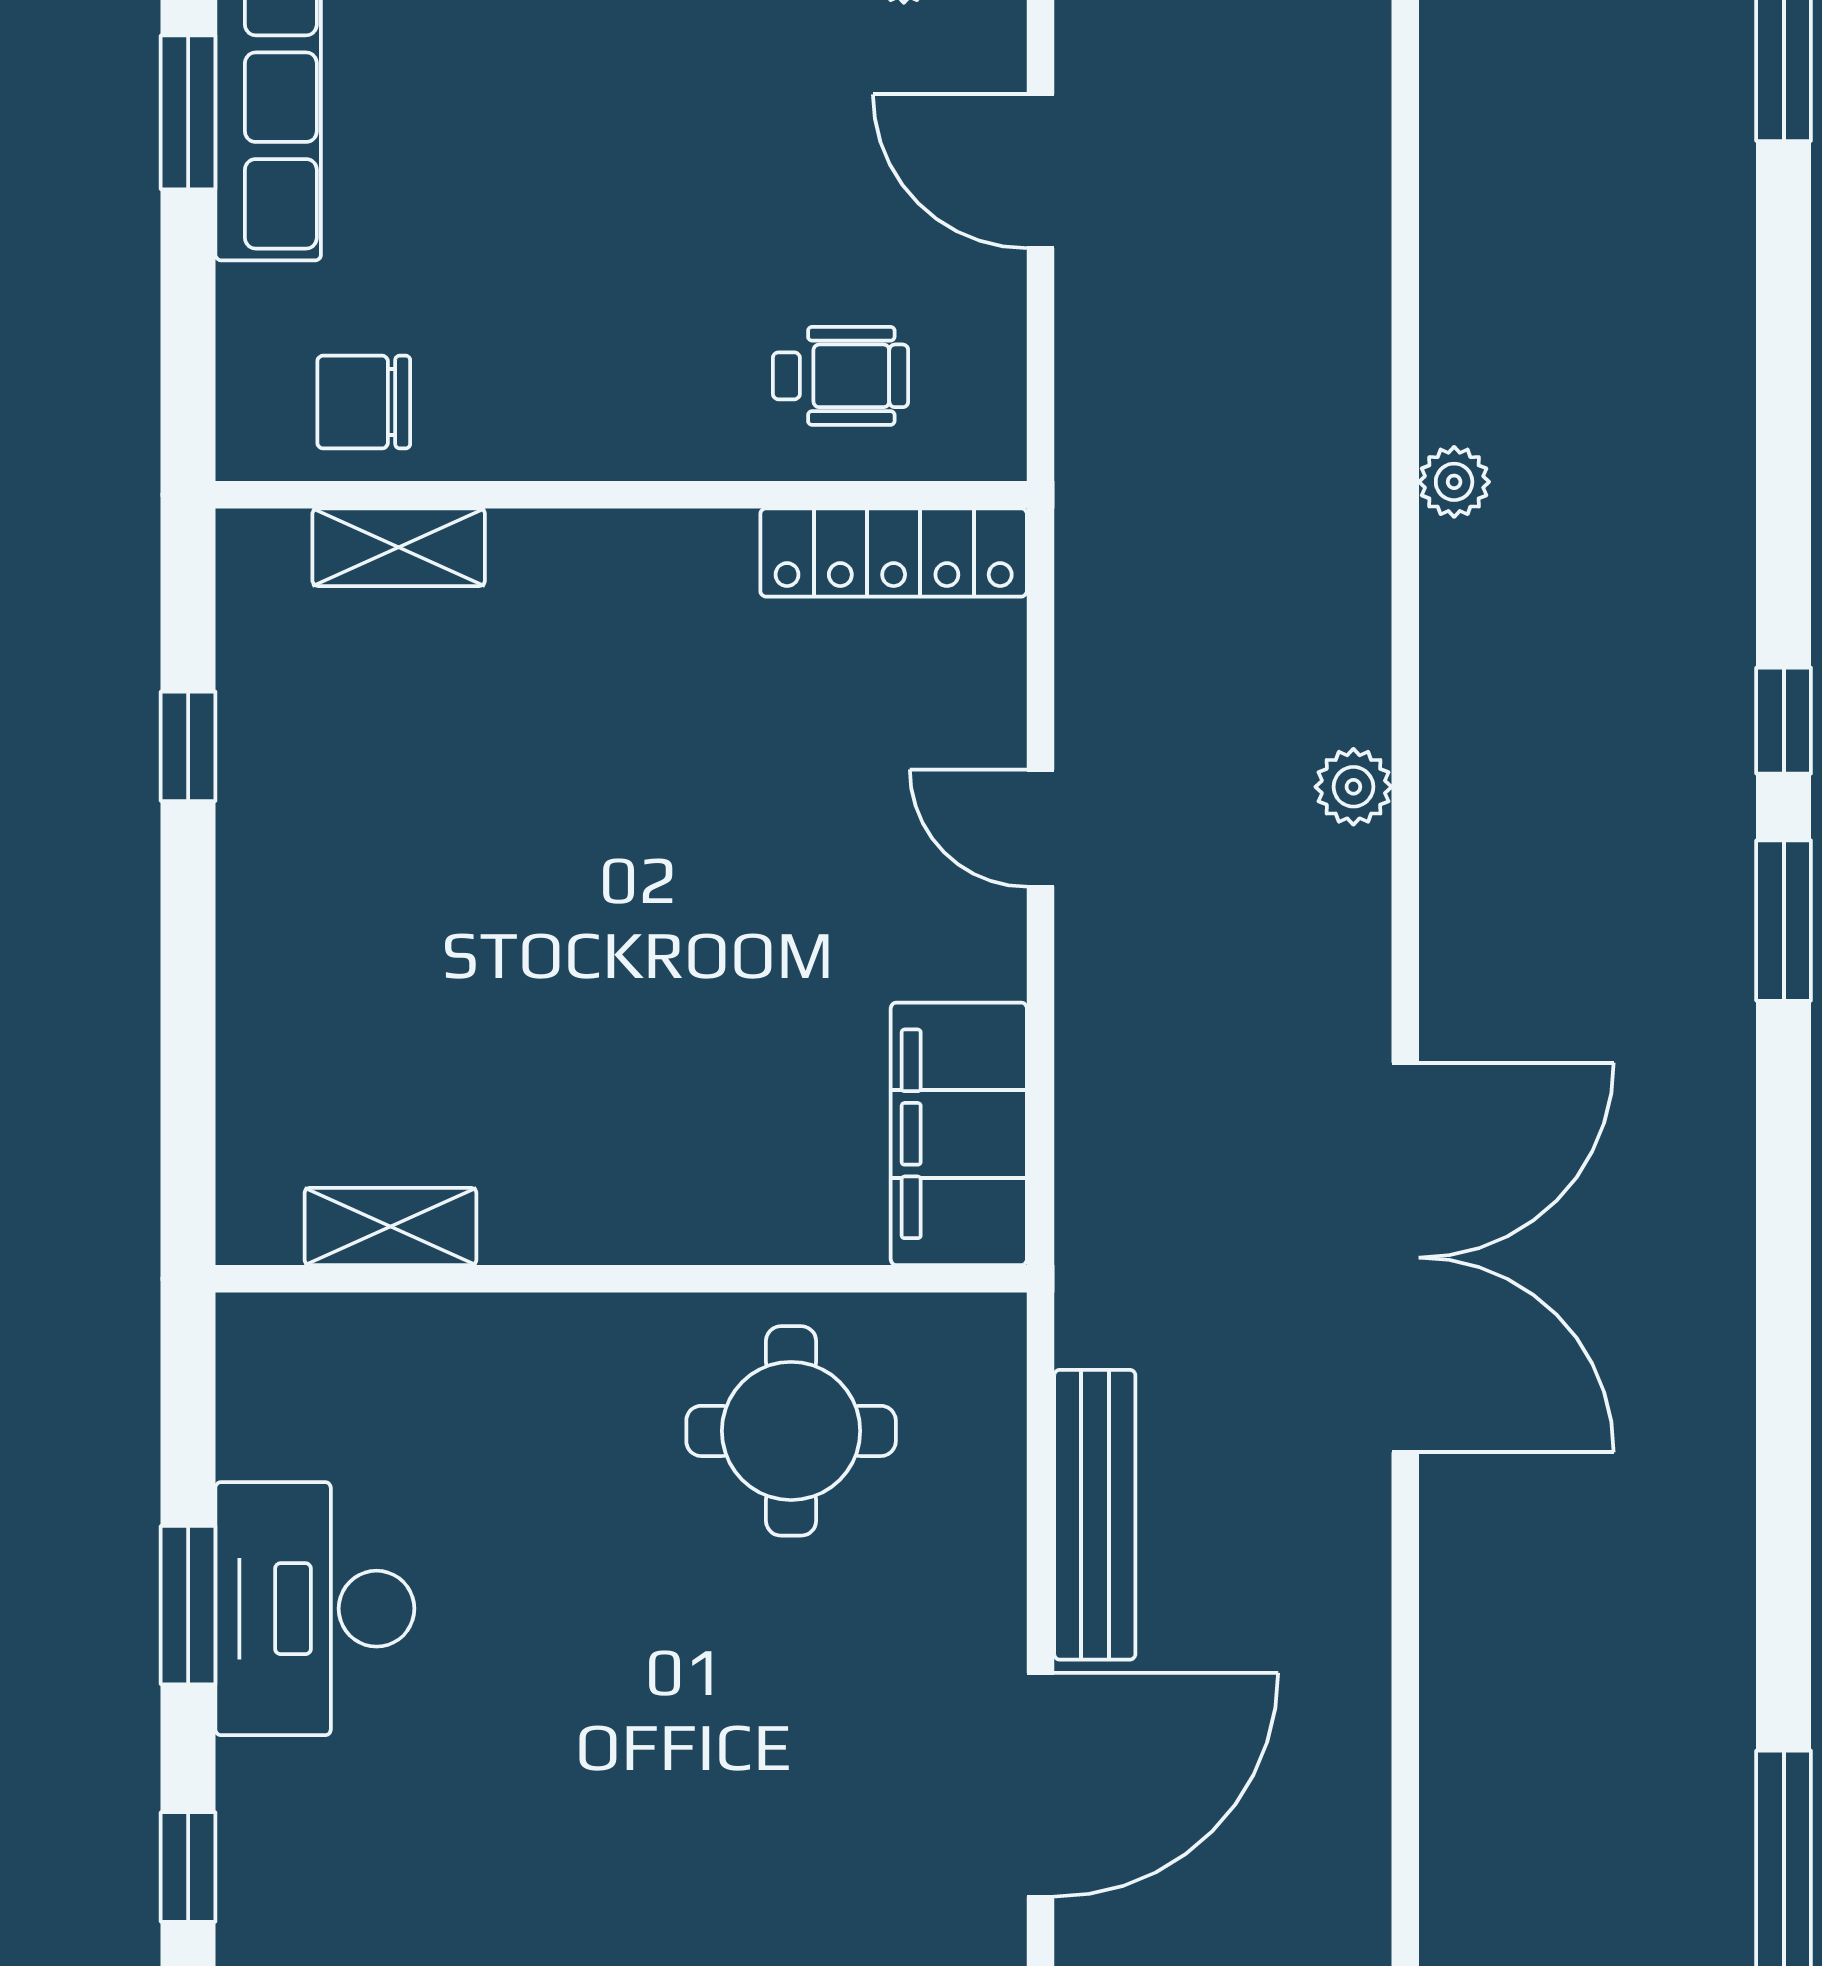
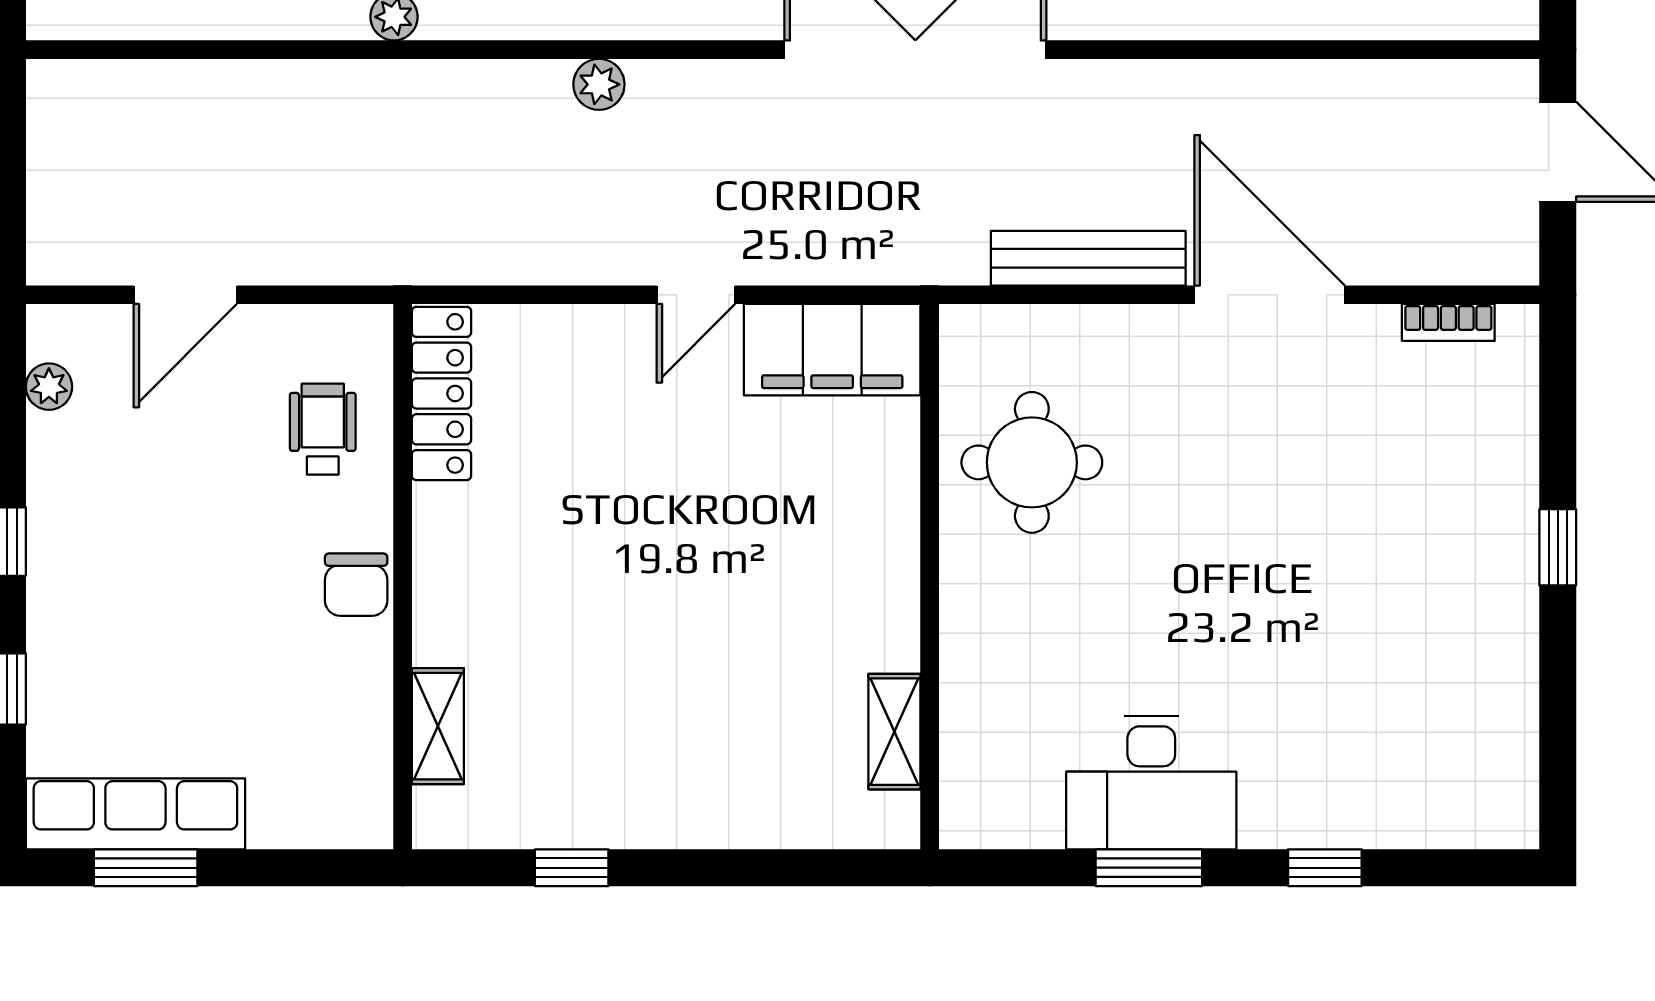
chair: (364, 402) -> (356, 585), moved
door: (1041, 828) -> (696, 295), moved

